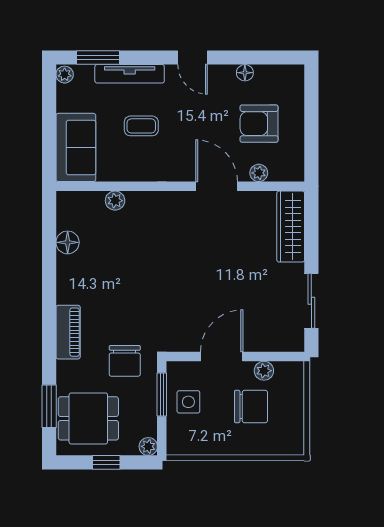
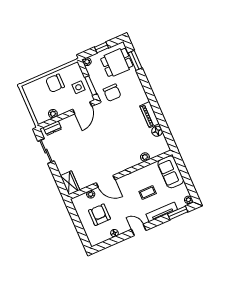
armchair: (259, 124) -> (99, 215), turned -90
wardrobe: (291, 227) -> (70, 183), width x0.67
piano: (68, 332) -> (150, 115), moved
dresser: (278, 342) -> (52, 128), added
door: (222, 357) -> (82, 108), moved
chair: (125, 361) -> (112, 93), turned 180
chair: (251, 407) -> (55, 83), moved

